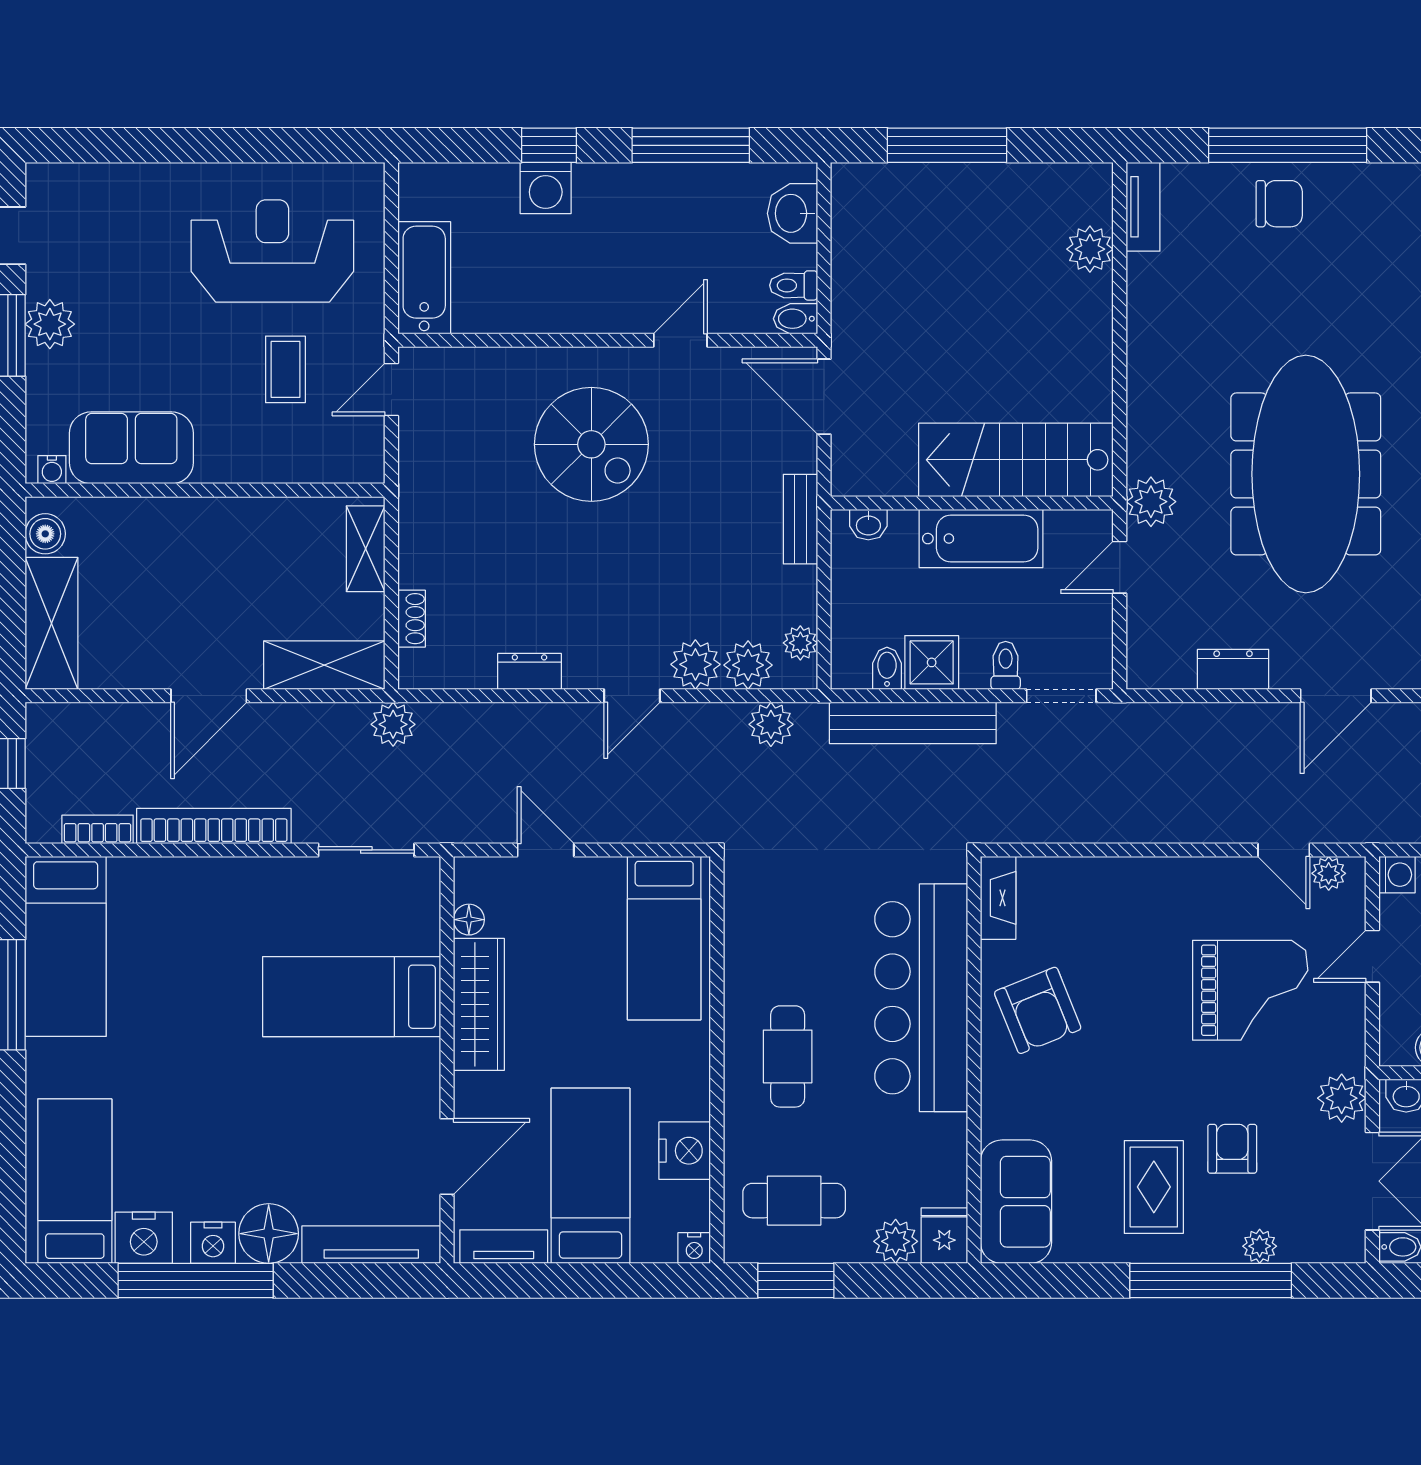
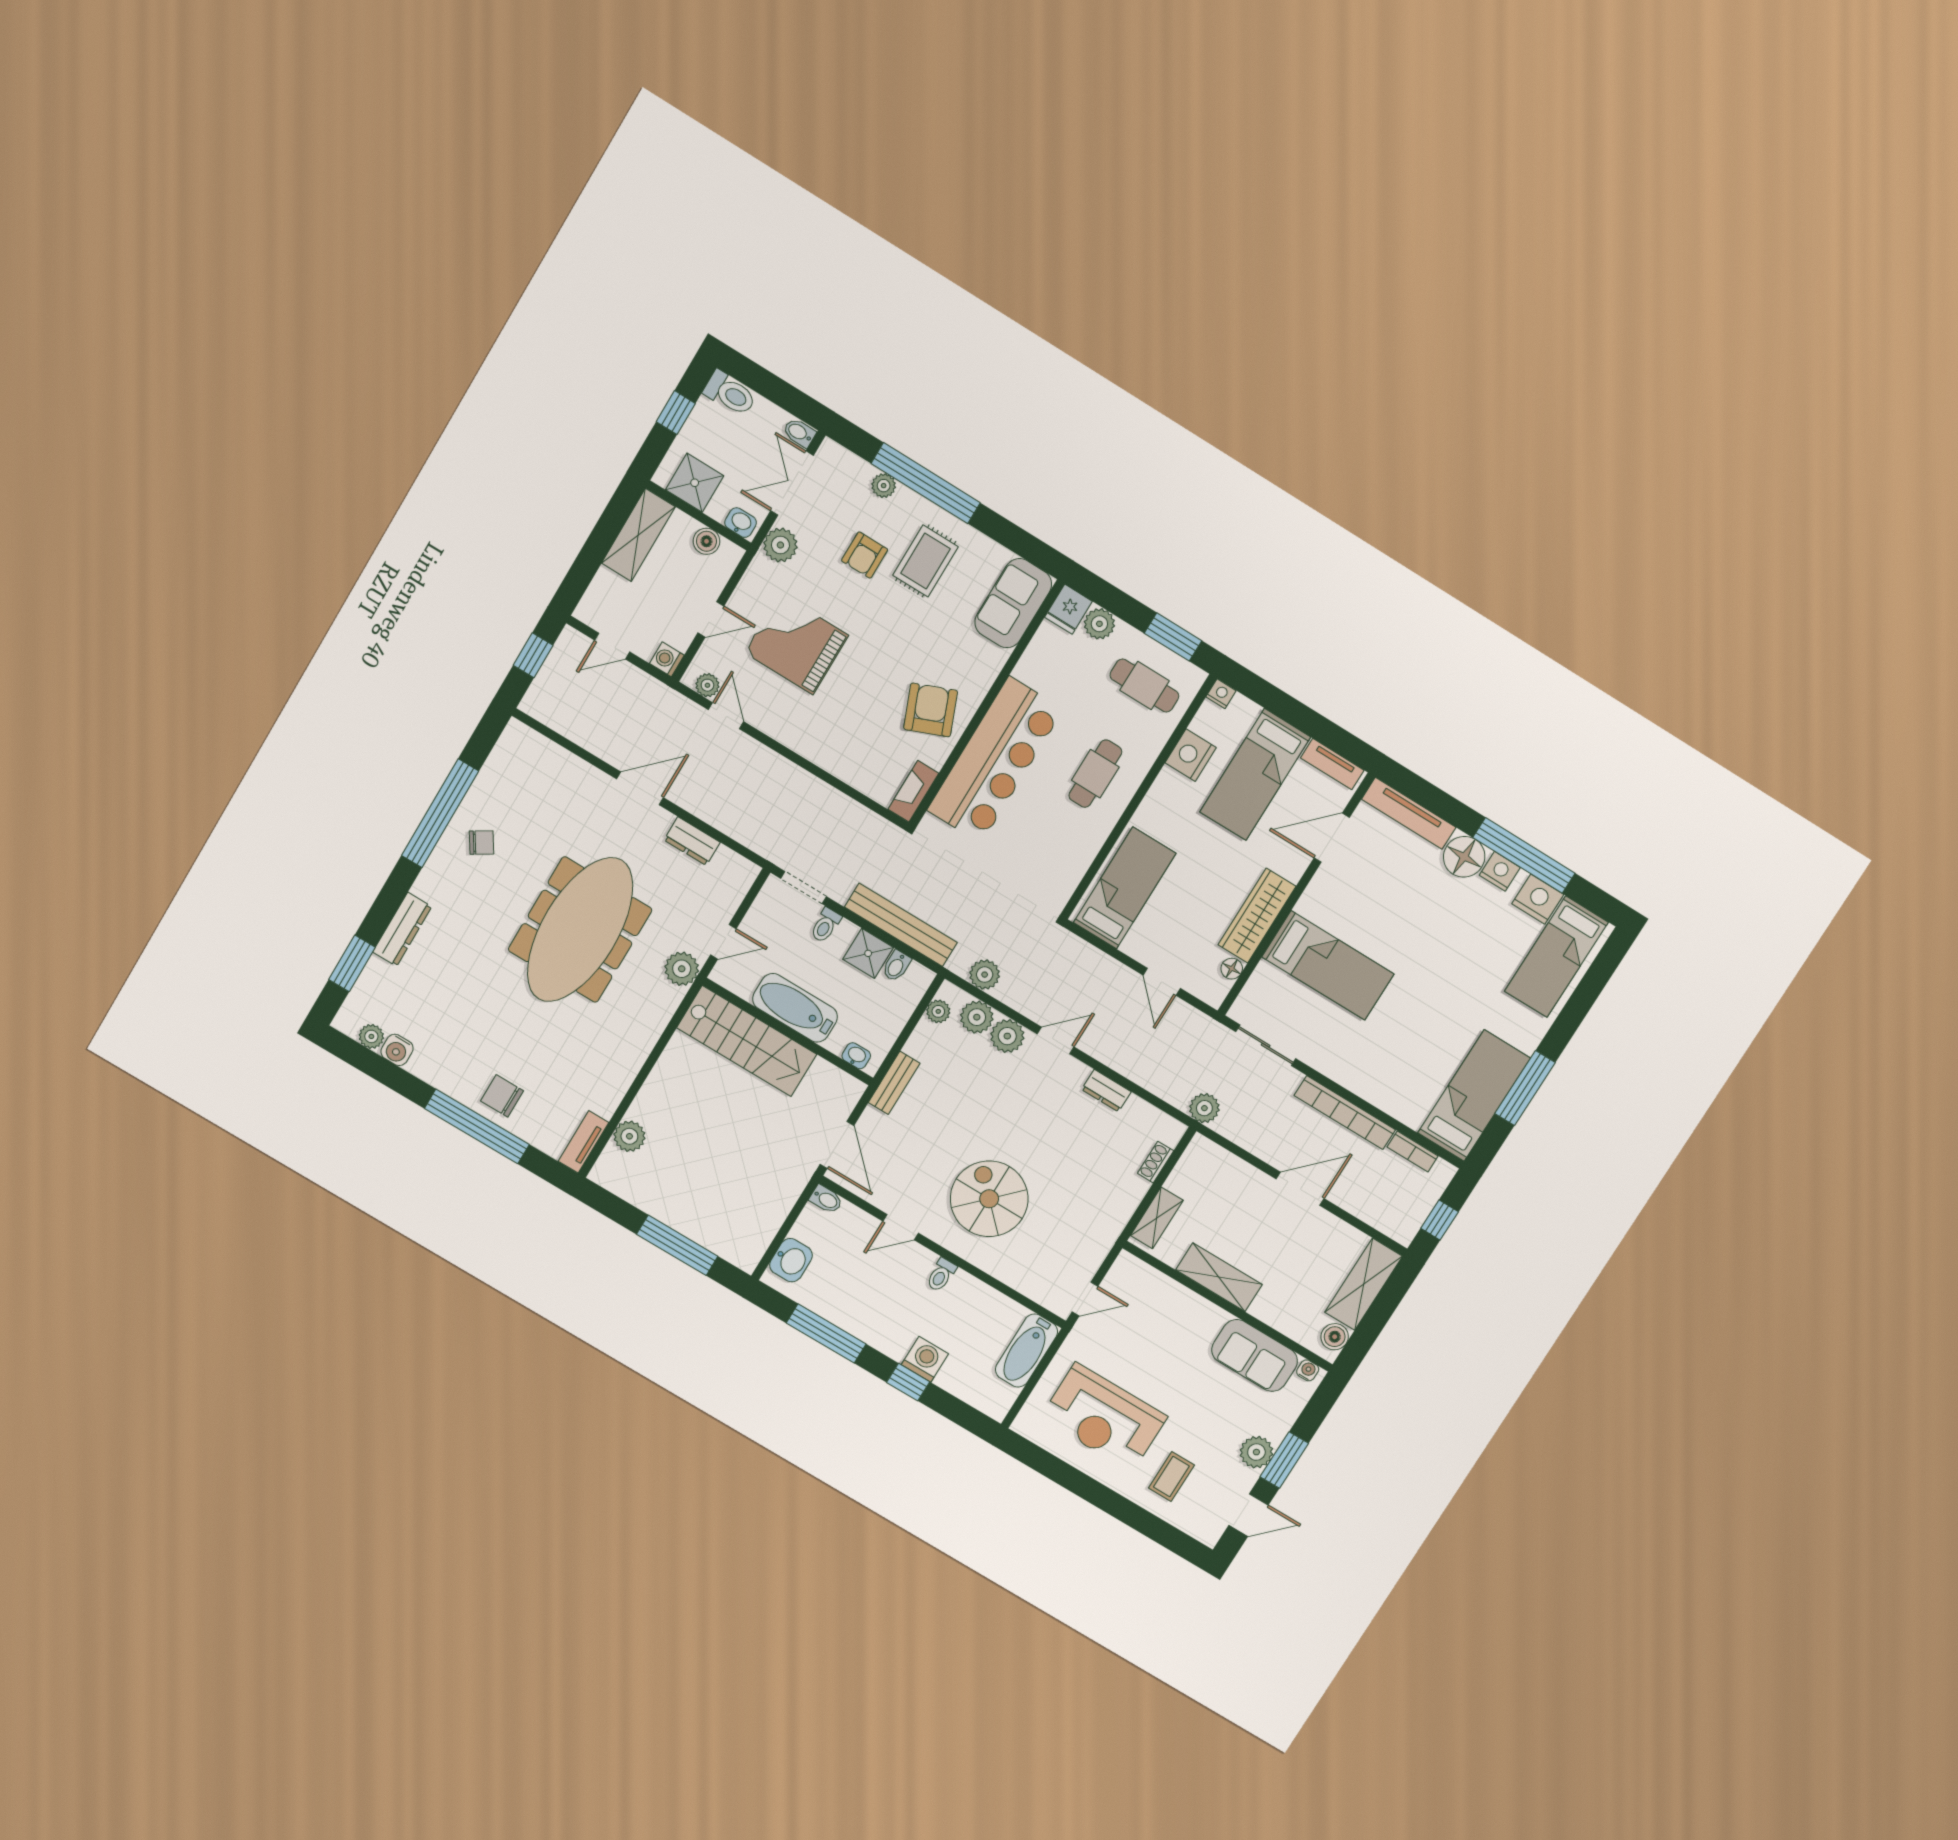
toilet: (794, 285) -> (941, 1275), moved, turned 90
coffee table: (285, 369) -> (1171, 1477), moved
shelving: (324, 665) -> (1219, 1277), moved

